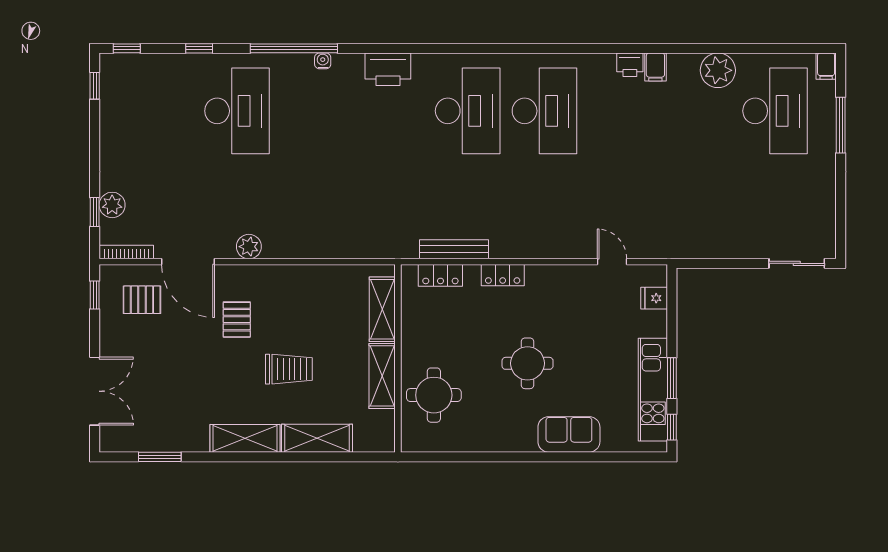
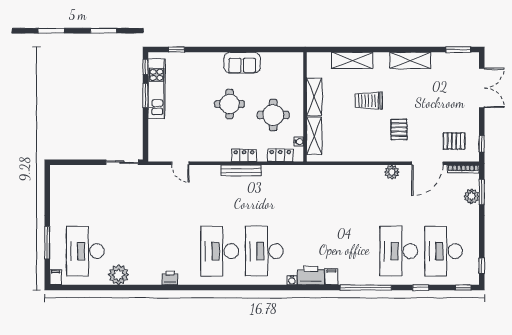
water cooler: (323, 61) -> (292, 280), moved
filing cabinet: (655, 67) -> (331, 277), moved
desk: (160, 111) -> (444, 251), added
window: (95, 212) -> (482, 192), width x1.50
bench: (454, 249) -> (241, 171), moved
door: (188, 262) -> (427, 163), swing flipped
sliding door: (797, 263) -> (122, 162), moved
fridge: (654, 298) -> (156, 142), removed
water cooler: (409, 299) -> (299, 142), added
double door: (95, 391) -> (482, 88), swing flipped
round table: (434, 395) -> (273, 115), moved
sofa: (569, 434) -> (242, 63), moved
shelving: (245, 438) -> (410, 60), moved
window: (160, 457) -> (458, 50), moved
window: (619, 457) -> (176, 50), added

